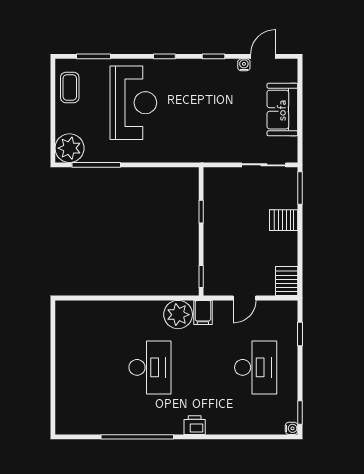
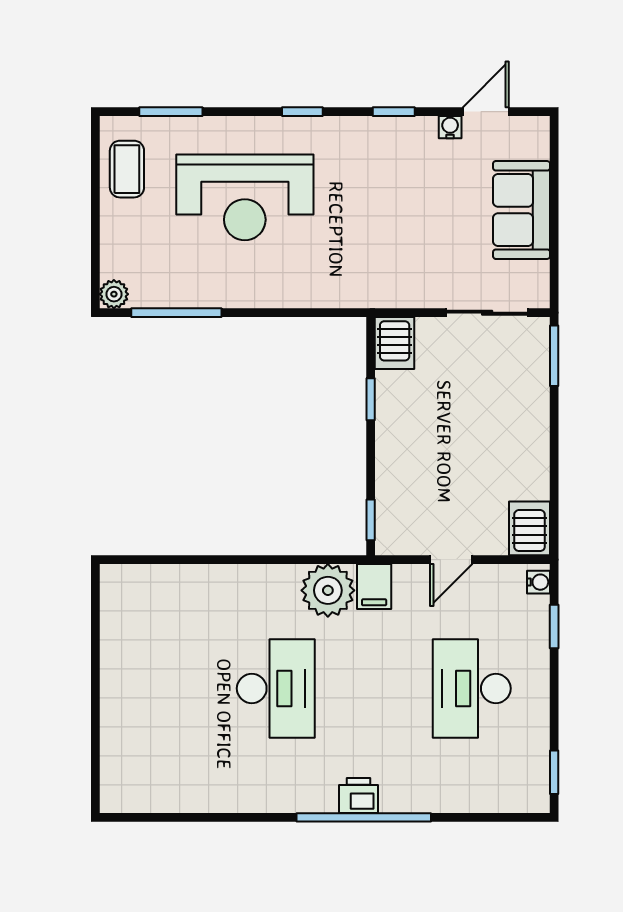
reception desk: (133, 103) -> (245, 197), turned 90
plant: (70, 148) -> (114, 294), width x0.53, depth x0.53
server rack: (284, 220) -> (395, 343), moved, turned -90
desk: (256, 367) -> (472, 688), turned 180
water cooler: (292, 428) -> (538, 582), moved
window: (137, 437) -> (364, 817), moved

